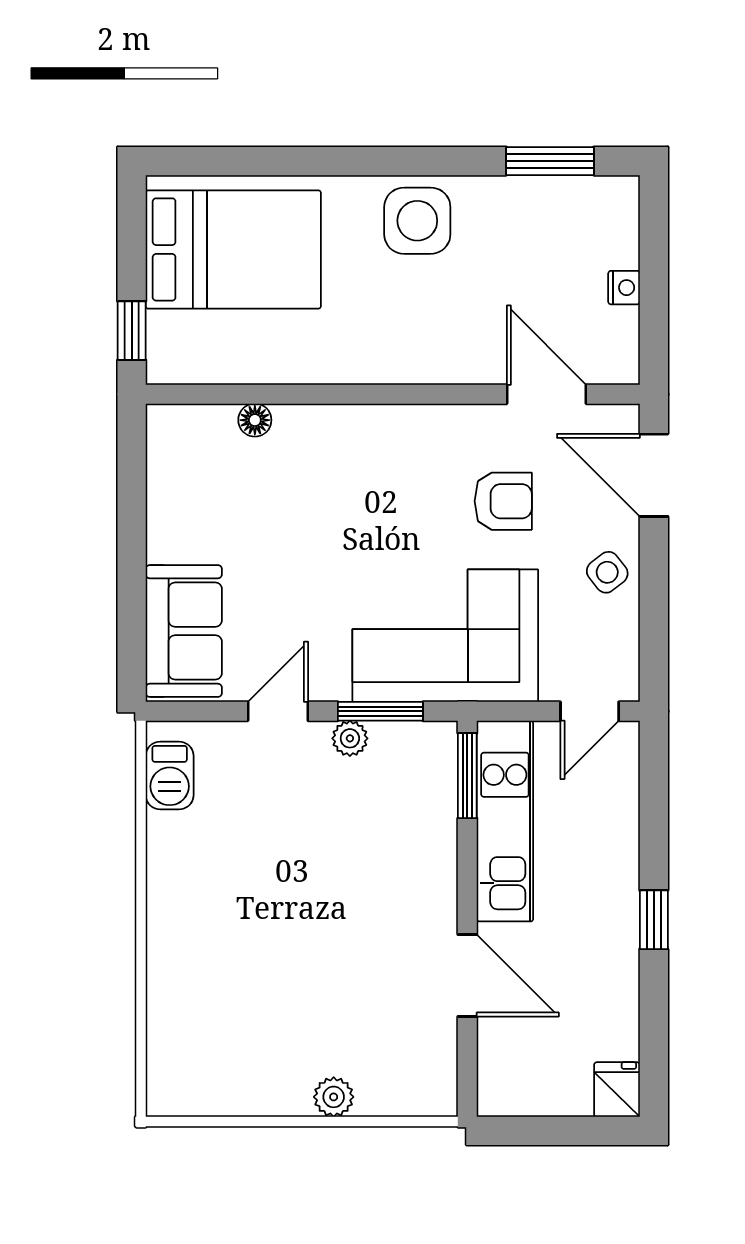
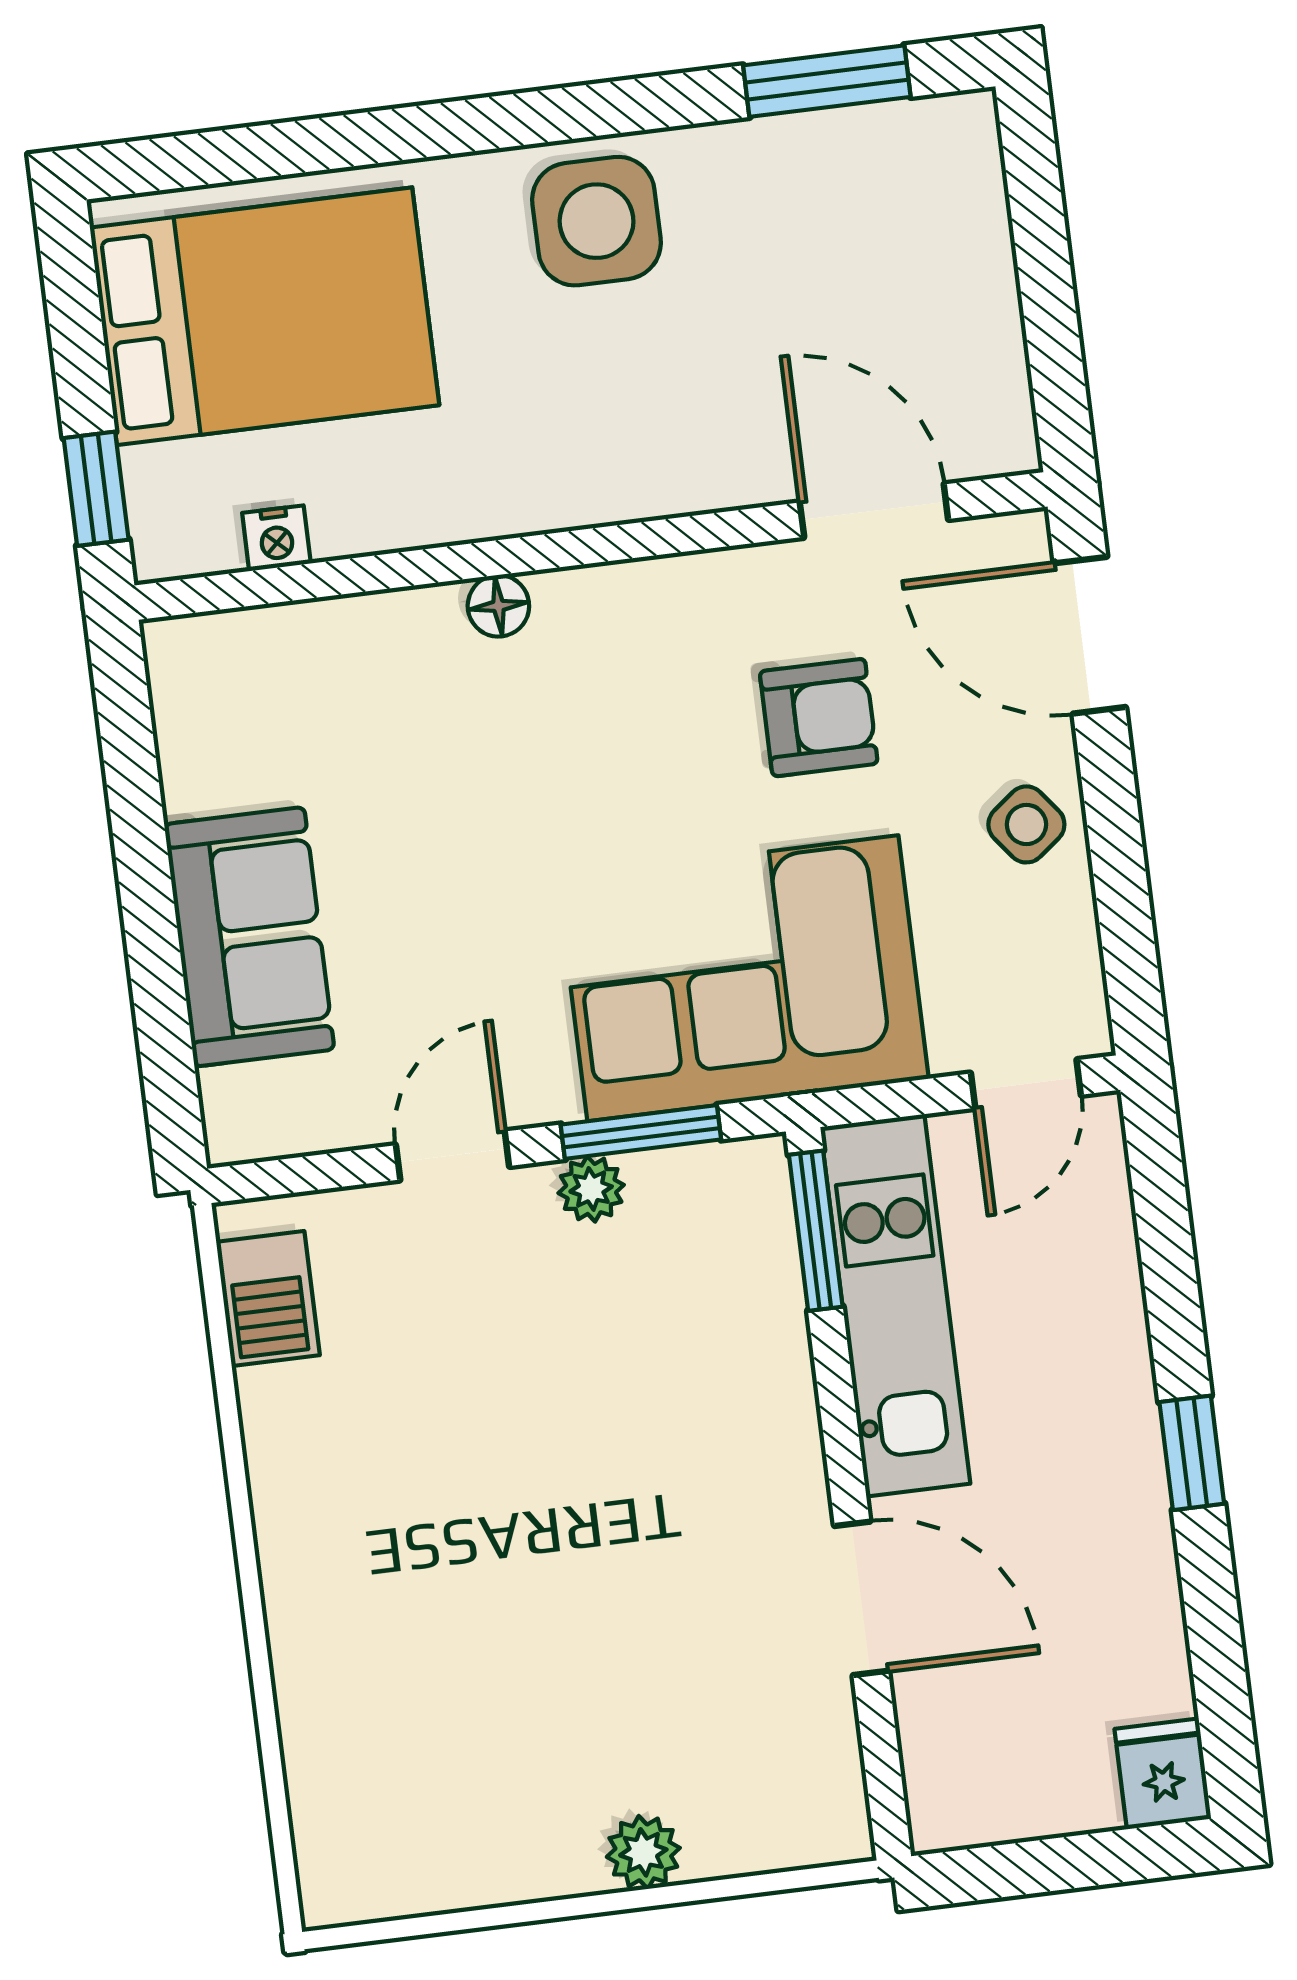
nightstand: (624, 288) -> (276, 538), moved, turned 90
floor lamp: (255, 420) -> (498, 606), moved
sofa: (184, 631) -> (249, 937), moved

